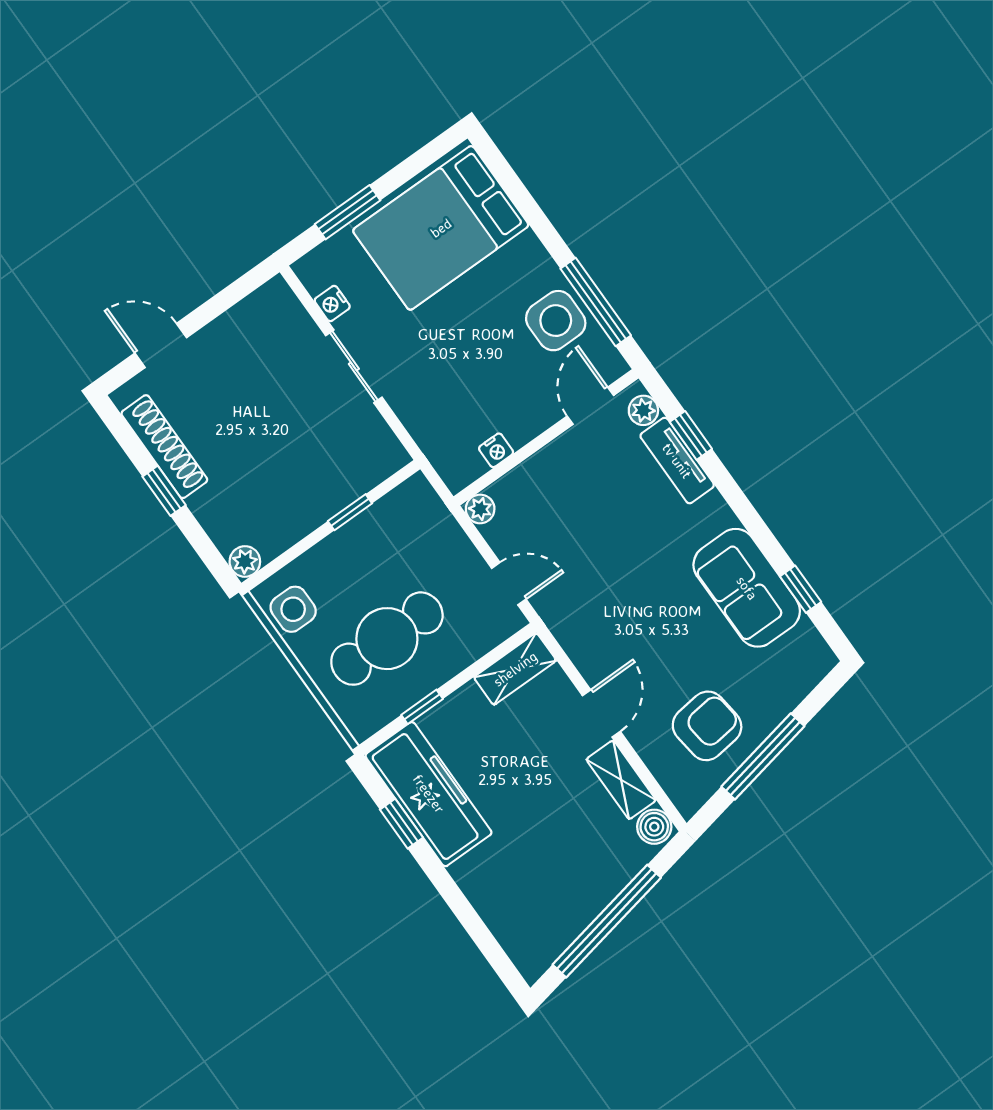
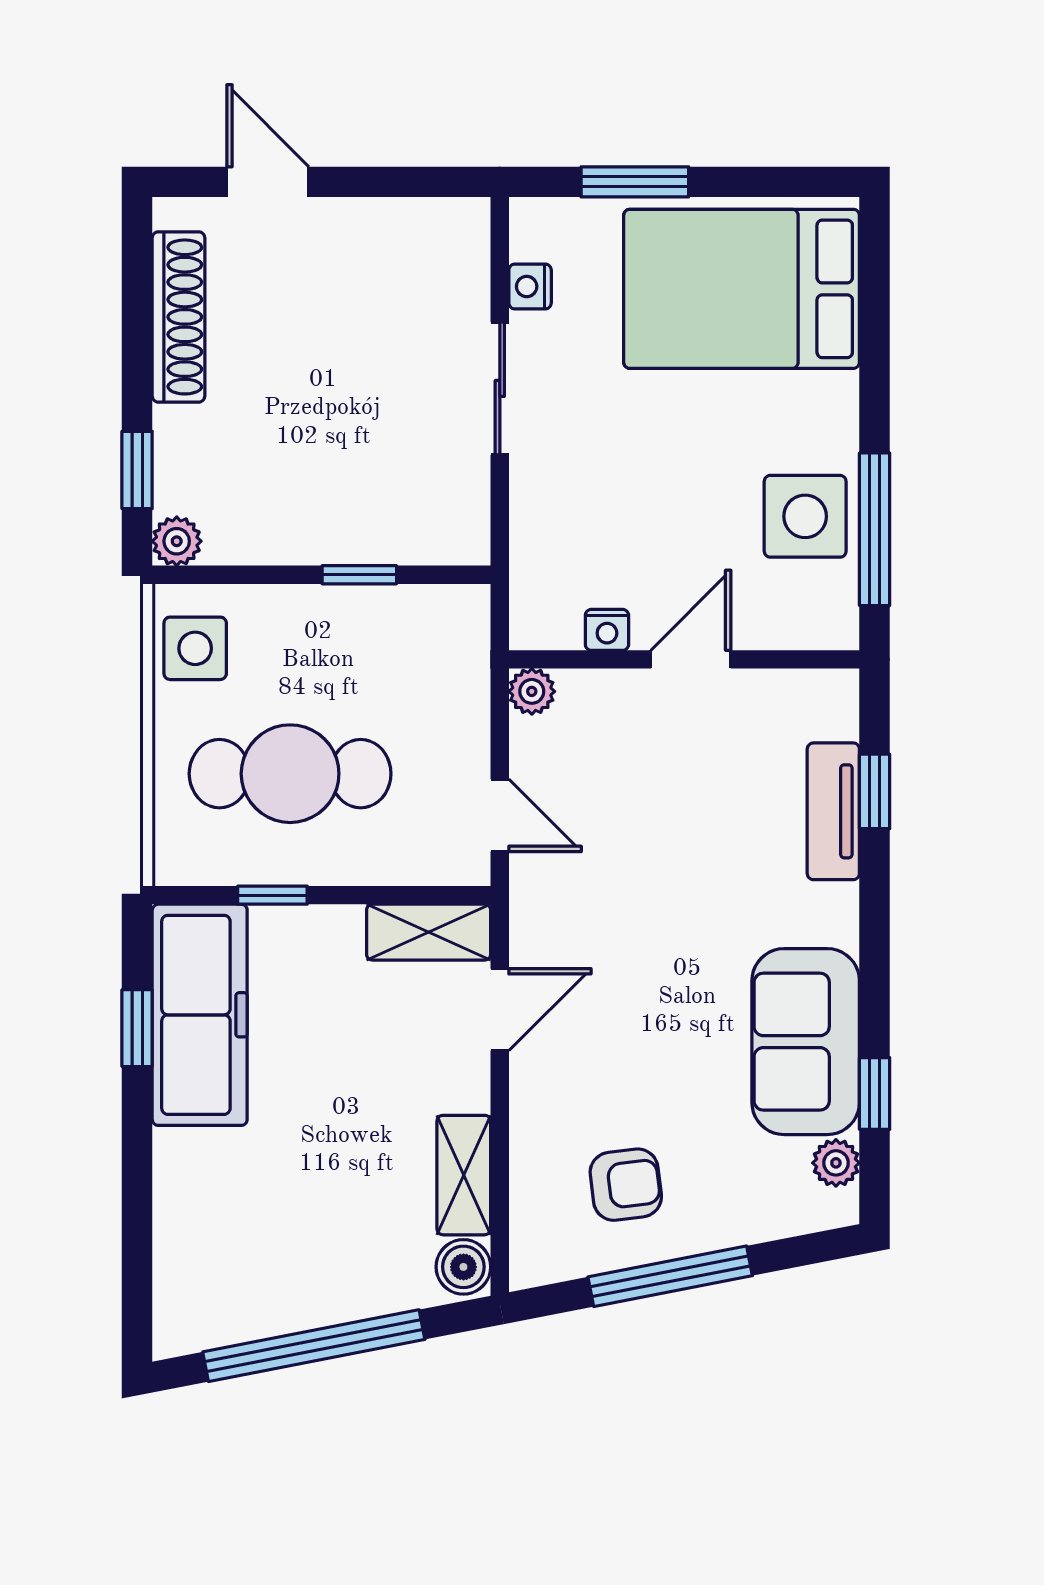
door: (590, 406) -> (691, 659), moved
plant: (643, 410) -> (836, 1163), moved
window: (164, 491) -> (137, 470), moved
door: (601, 713) -> (500, 1010), moved
armchair: (707, 726) -> (626, 1185), width x0.72, depth x0.72

